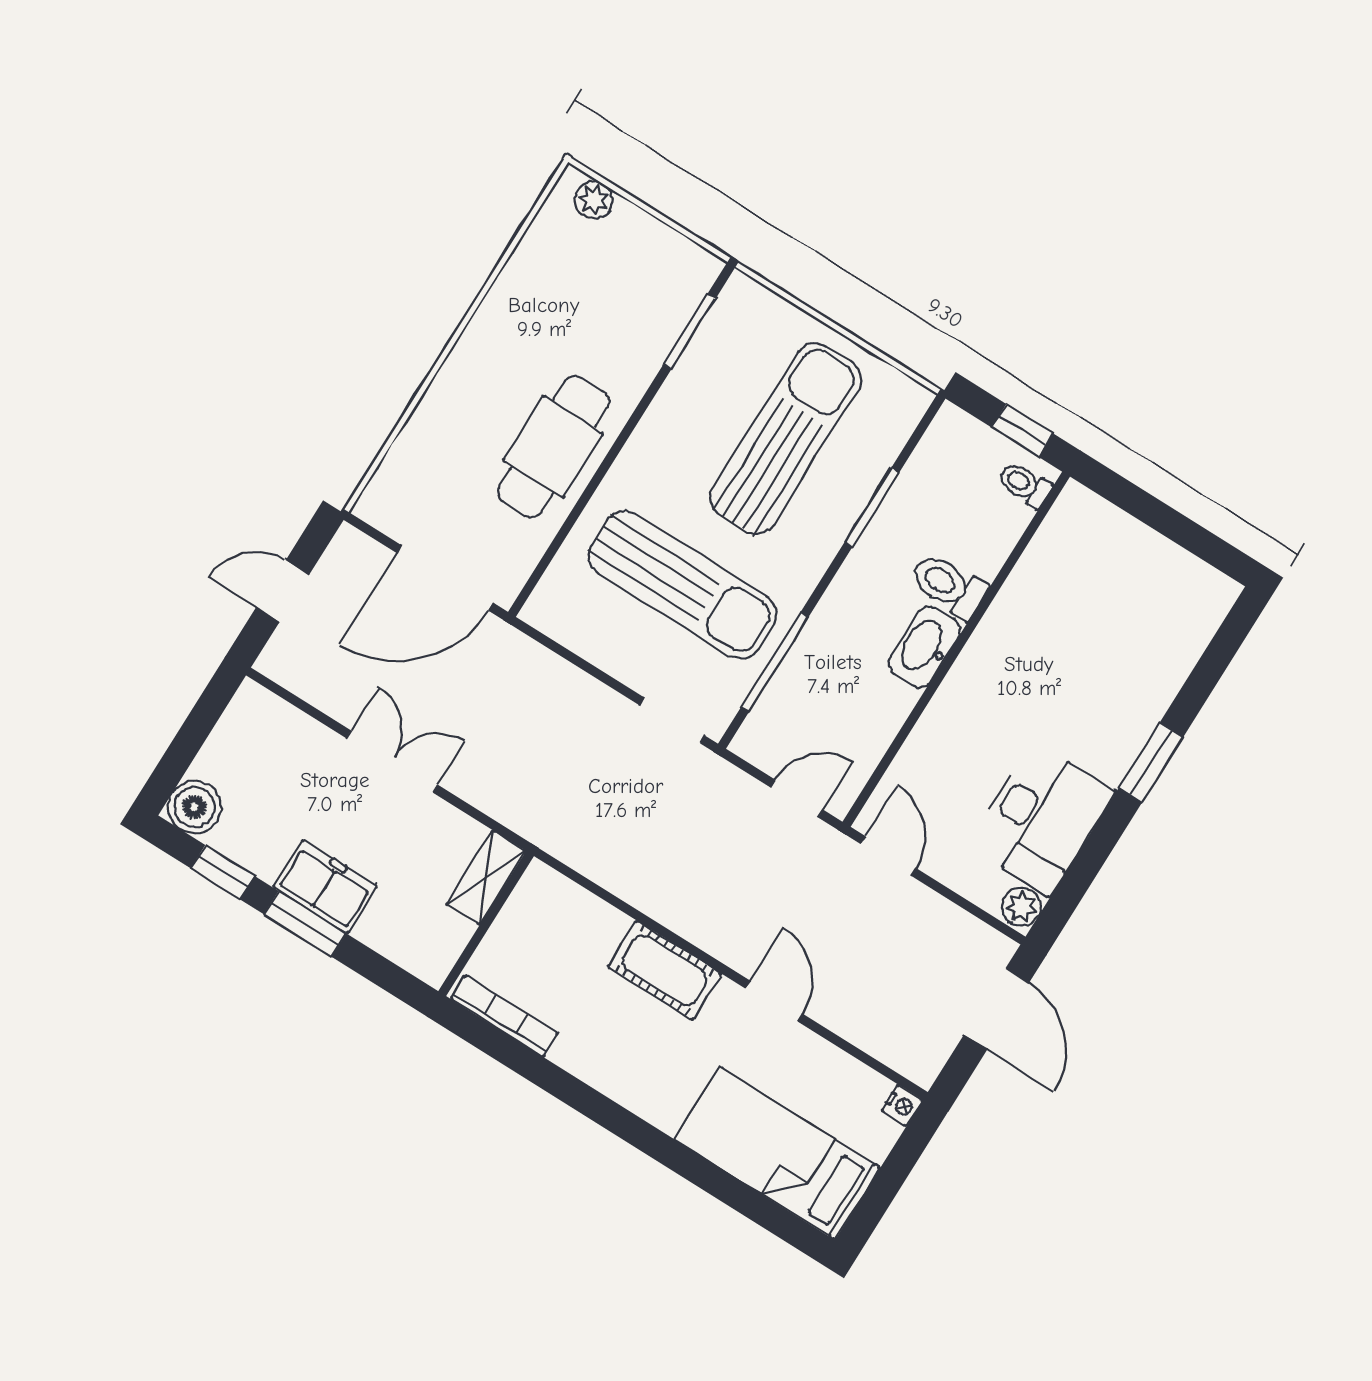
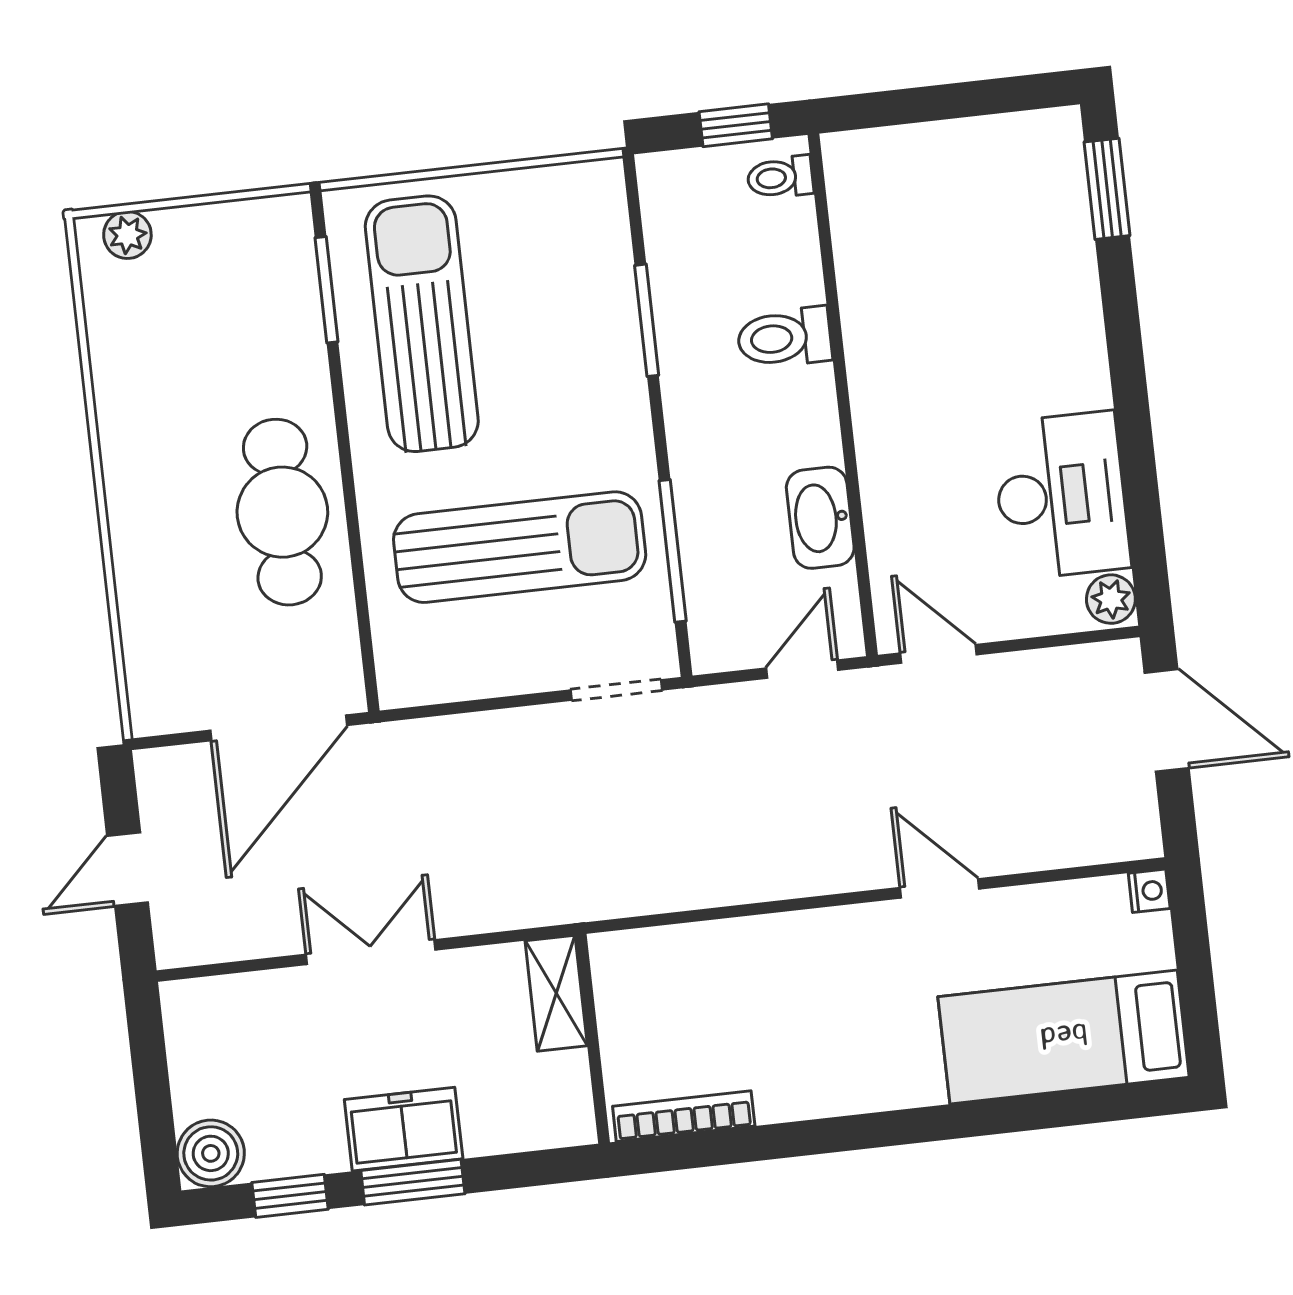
sun lounger: (786, 438) -> (422, 324), moved
washbasin: (924, 647) -> (820, 518), moved
window: (1151, 763) -> (1107, 189), moved
cot: (665, 970) -> (807, 944), removed

